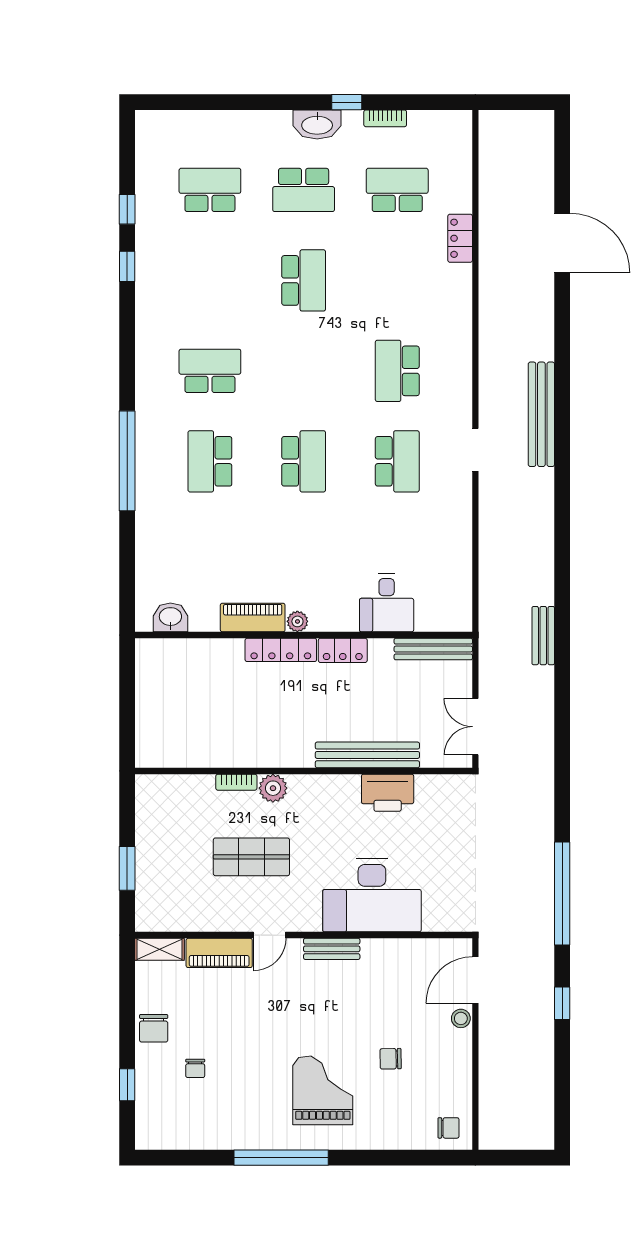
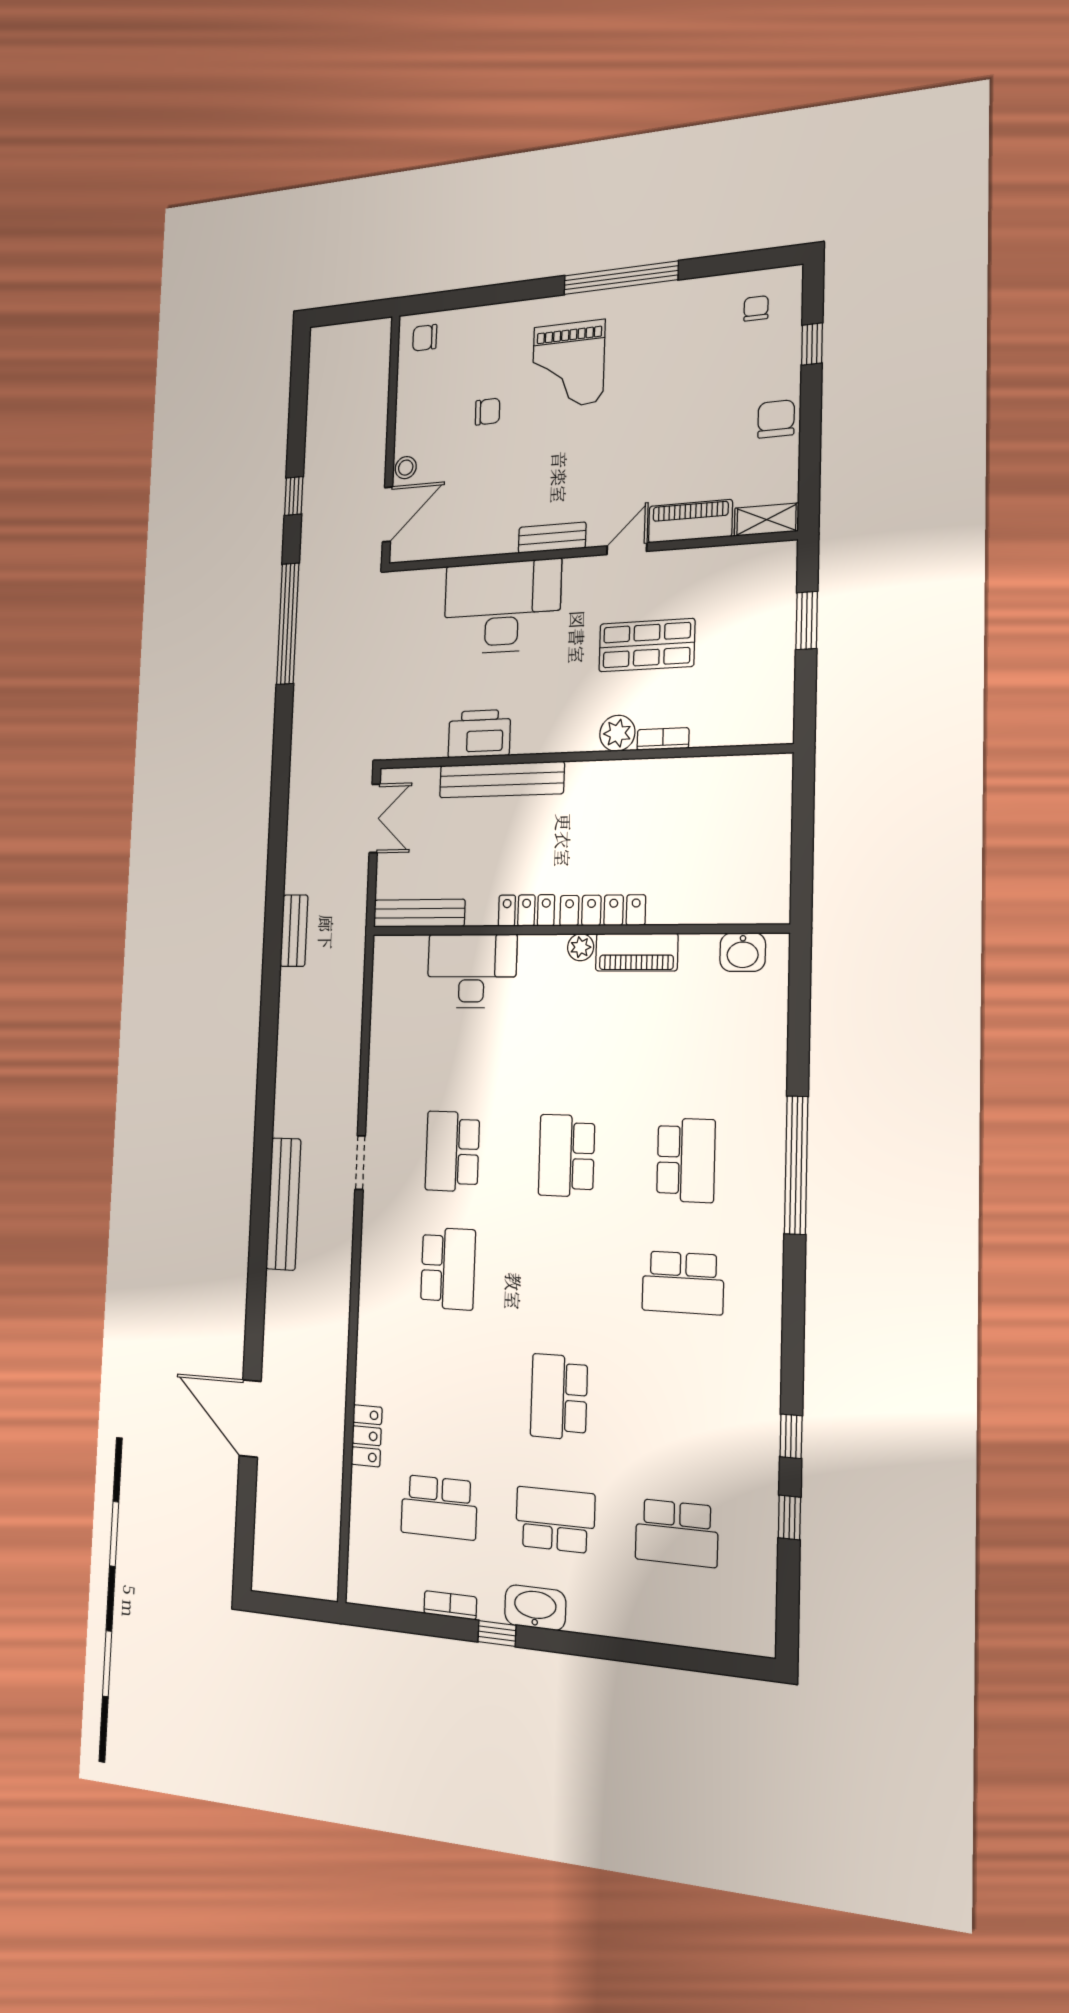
desk: (387, 603) -> (472, 971), width x1.37
chair: (195, 1068) -> (756, 308), moved

